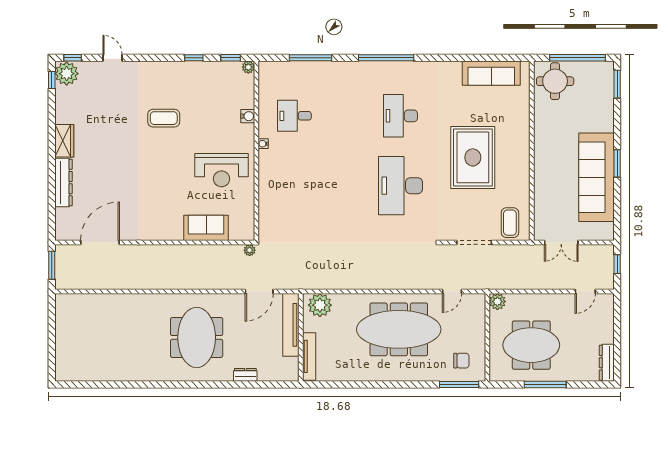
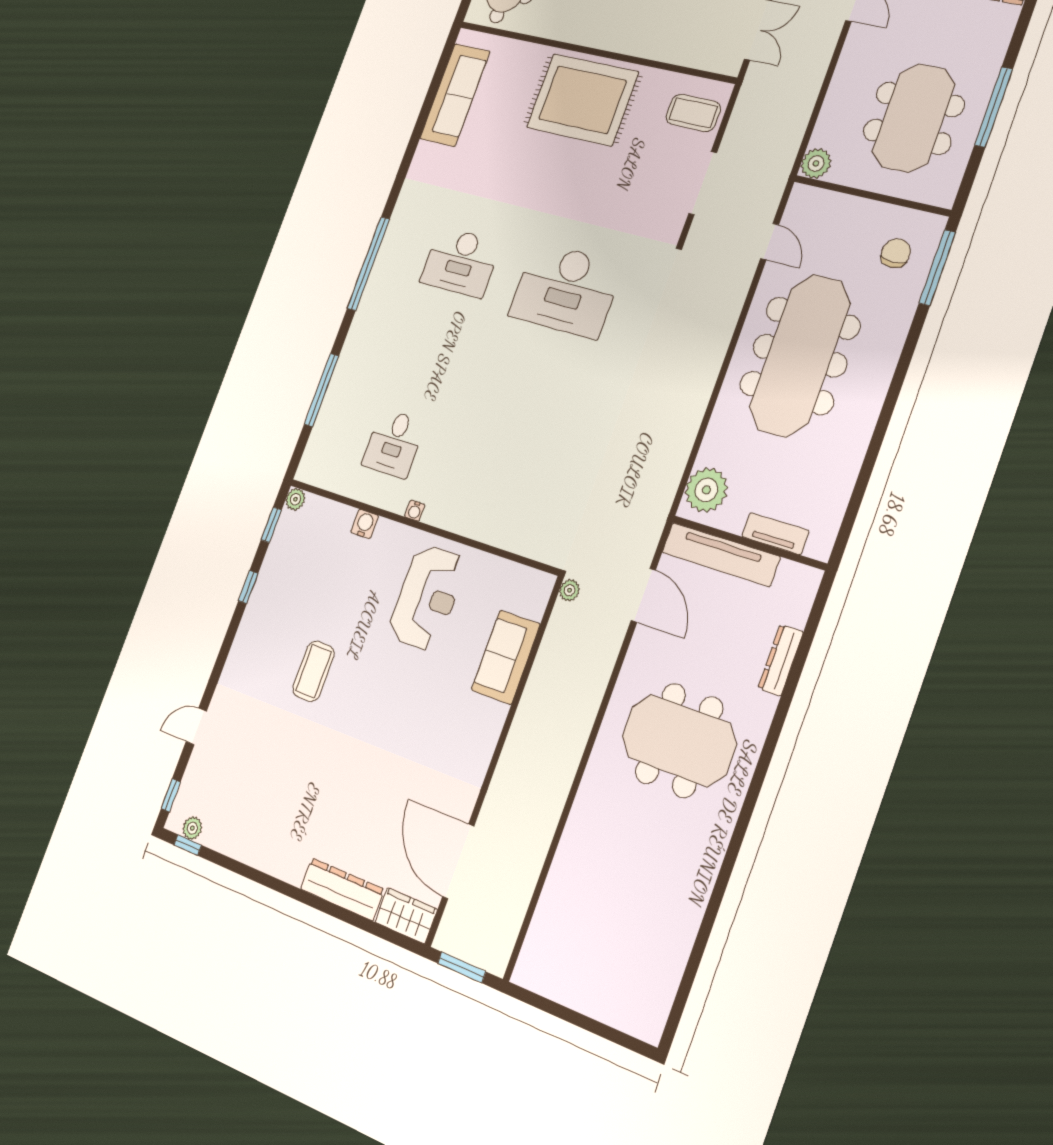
plant: (67, 74) -> (192, 828), width x0.53, depth x0.53
wardrobe: (64, 141) -> (406, 916), moved
rug: (473, 157) -> (582, 100), moved
tv unit: (309, 356) -> (775, 534), width x0.71
dresser: (245, 375) -> (781, 660), width x1.44

